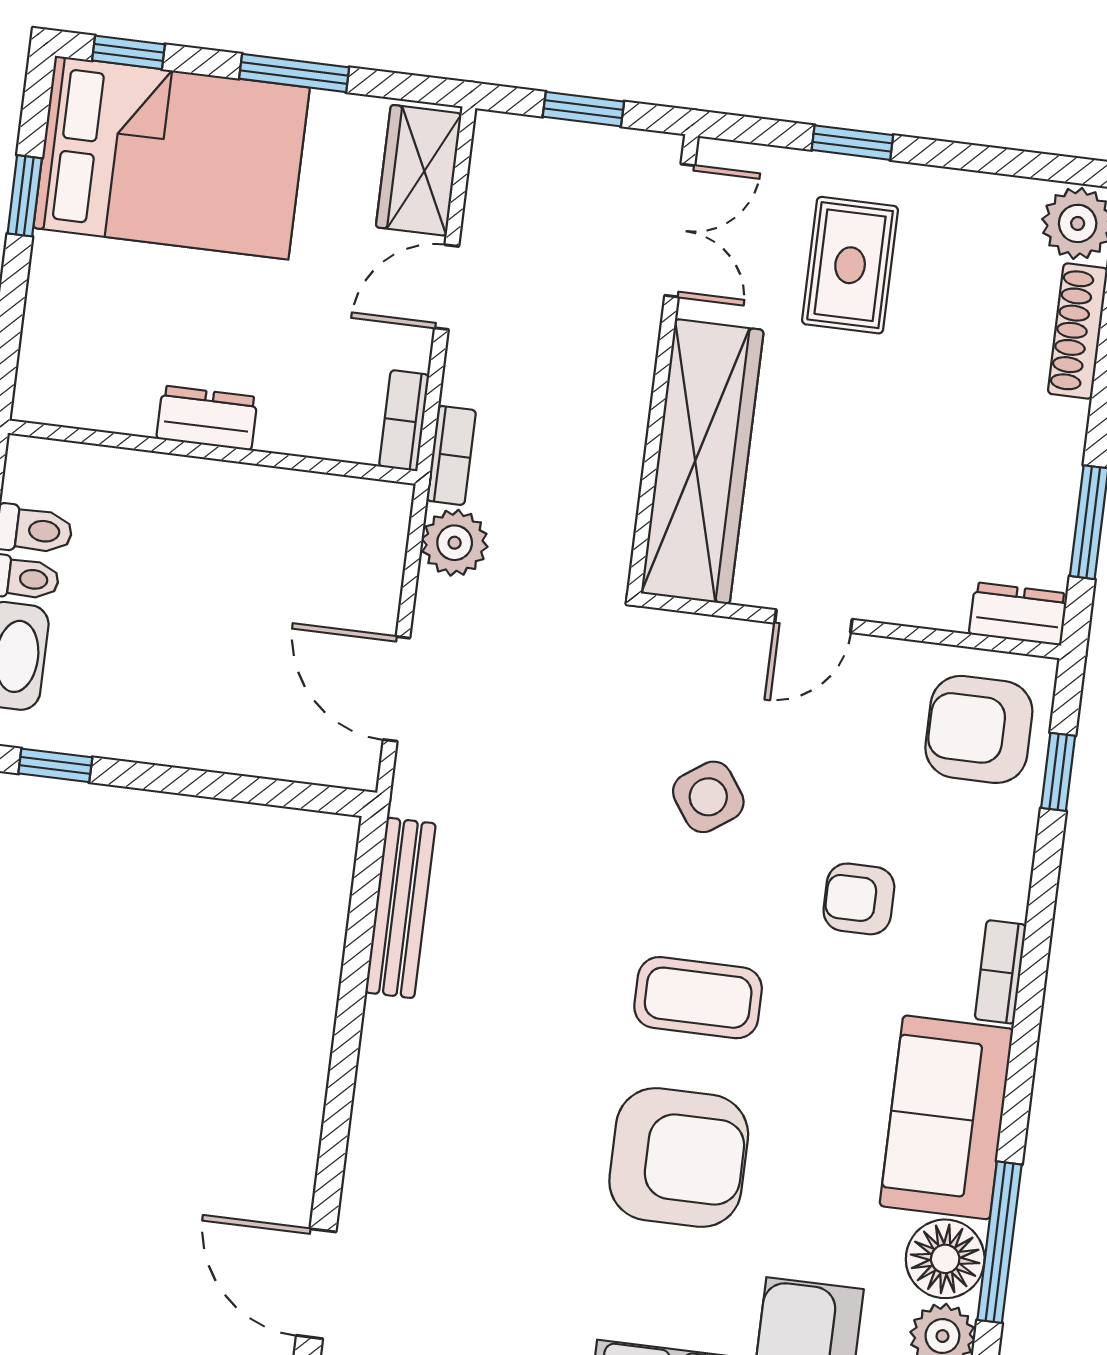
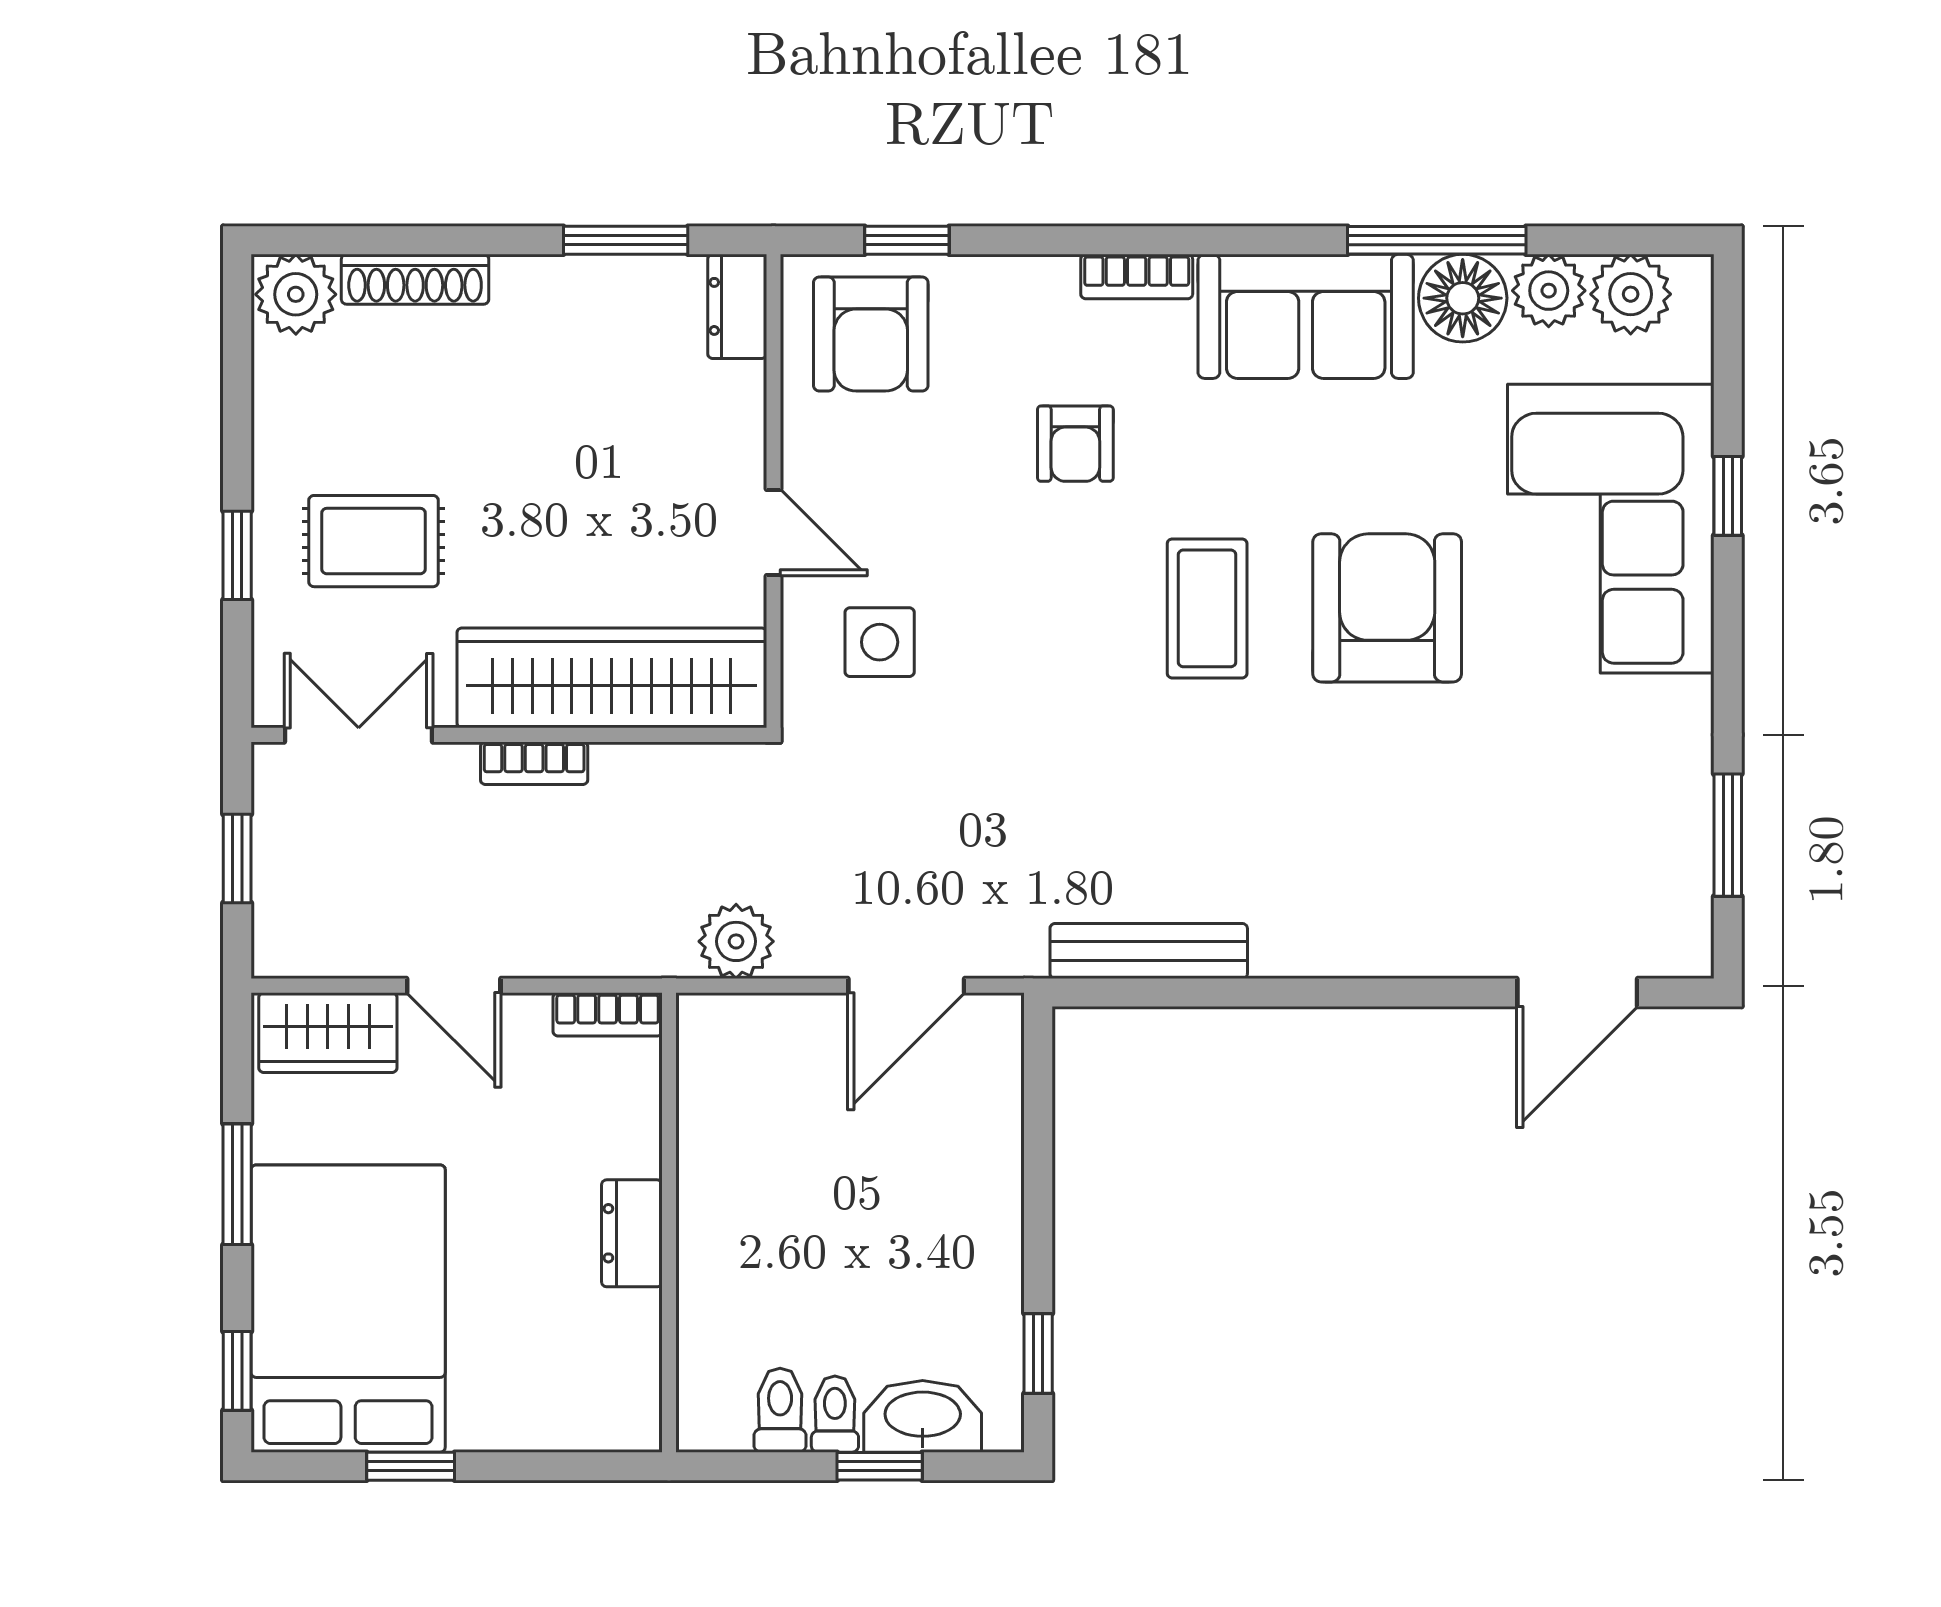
bookcase: (451, 455) -> (534, 763), moved, turned 180
side table: (708, 797) -> (880, 642), moved, turned 35

